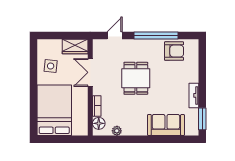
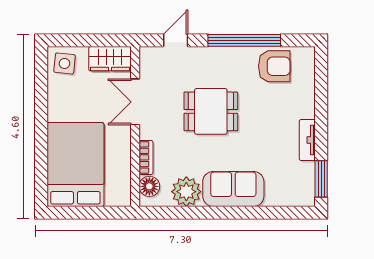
side table: (51, 66) -> (65, 63), moved
dining table: (136, 78) -> (211, 111), turned 90
sofa: (166, 125) -> (233, 189), moved
plant: (117, 131) -> (186, 192), width x1.88, depth x1.88

